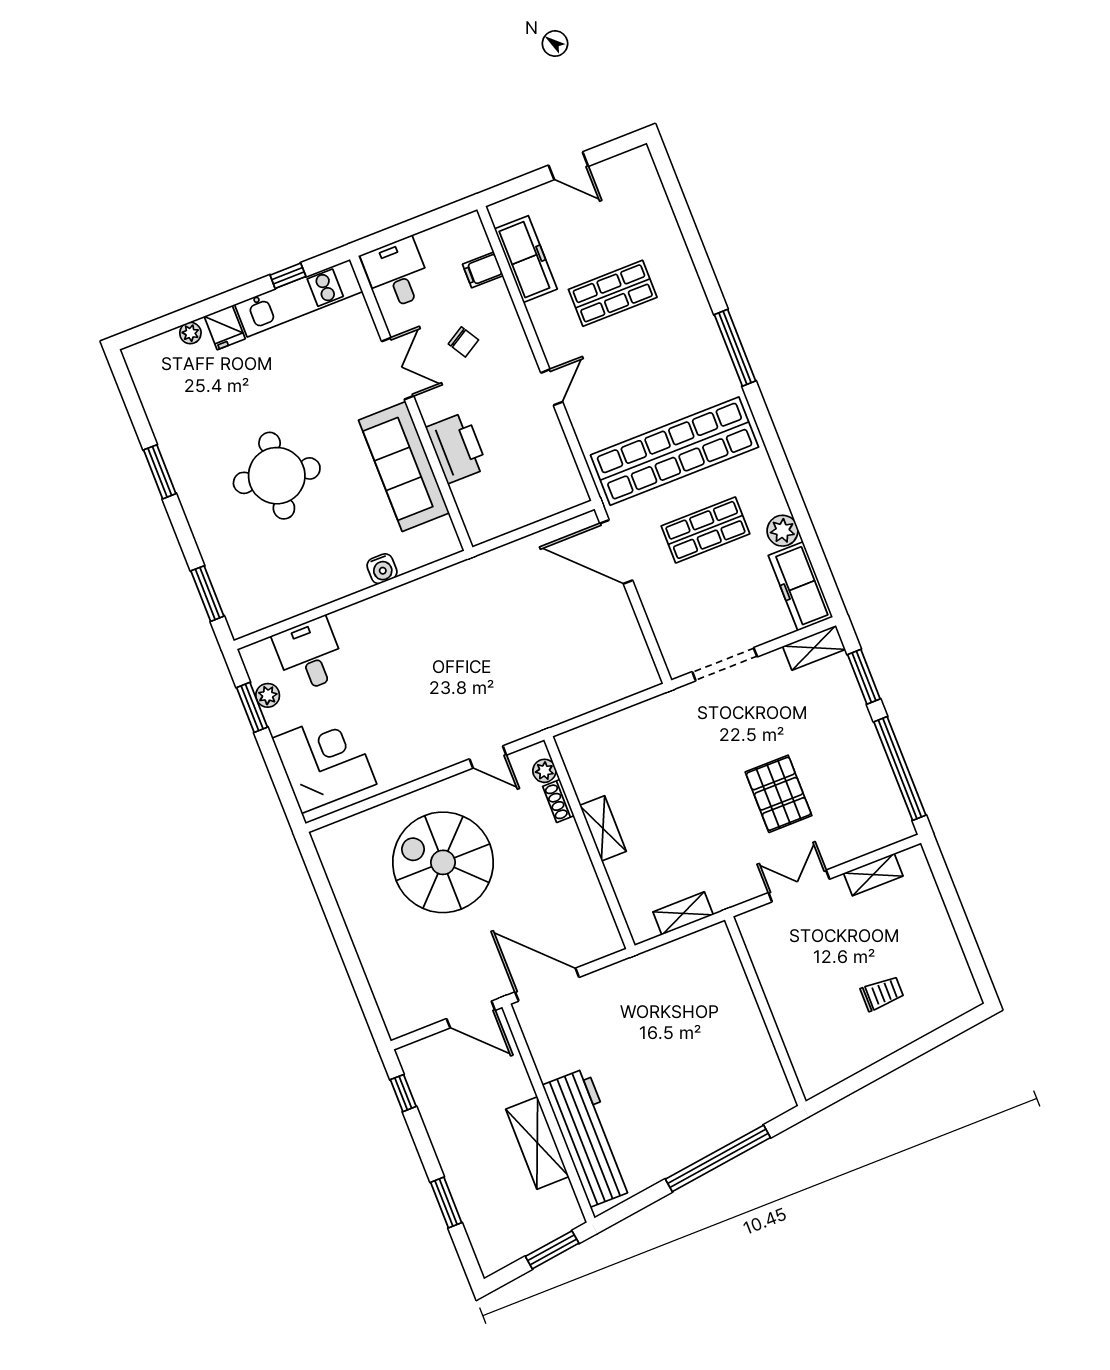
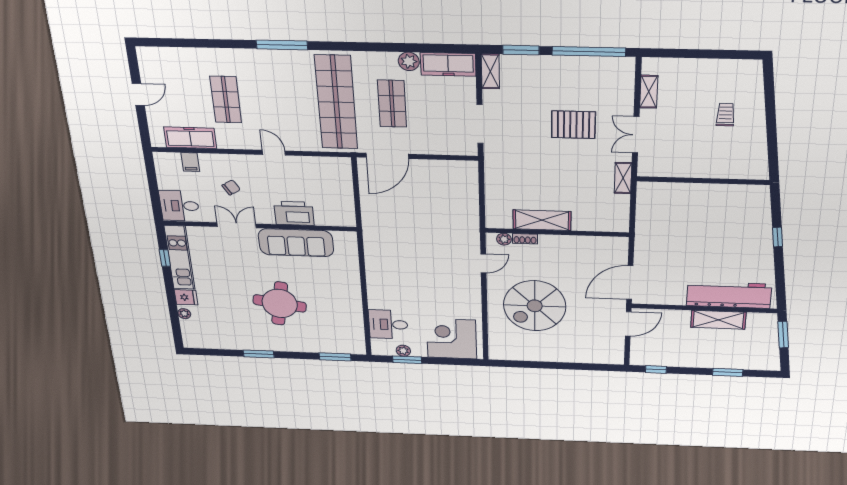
water cooler: (382, 569) -> (352, 274), removed
shelving: (603, 828) -> (542, 220), width x1.50, depth x1.33
shelving: (683, 913) -> (623, 178), moved
window: (718, 1158) -> (778, 237), width x0.32

